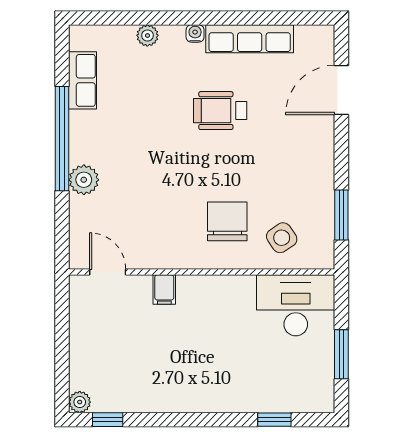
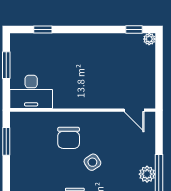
plant: (84, 180) -> (147, 174), moved
side table: (282, 238) -> (92, 162), moved
filing cabinet: (164, 290) -> (103, 101), removed

